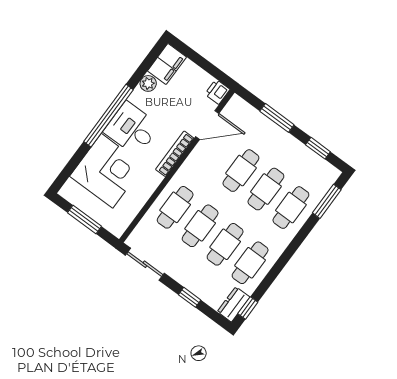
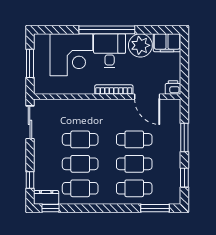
plant: (148, 83) -> (140, 45), width x1.88, depth x1.88
cafe table: (175, 207) -> (80, 115), removed
window: (190, 297) -> (30, 180), moved

